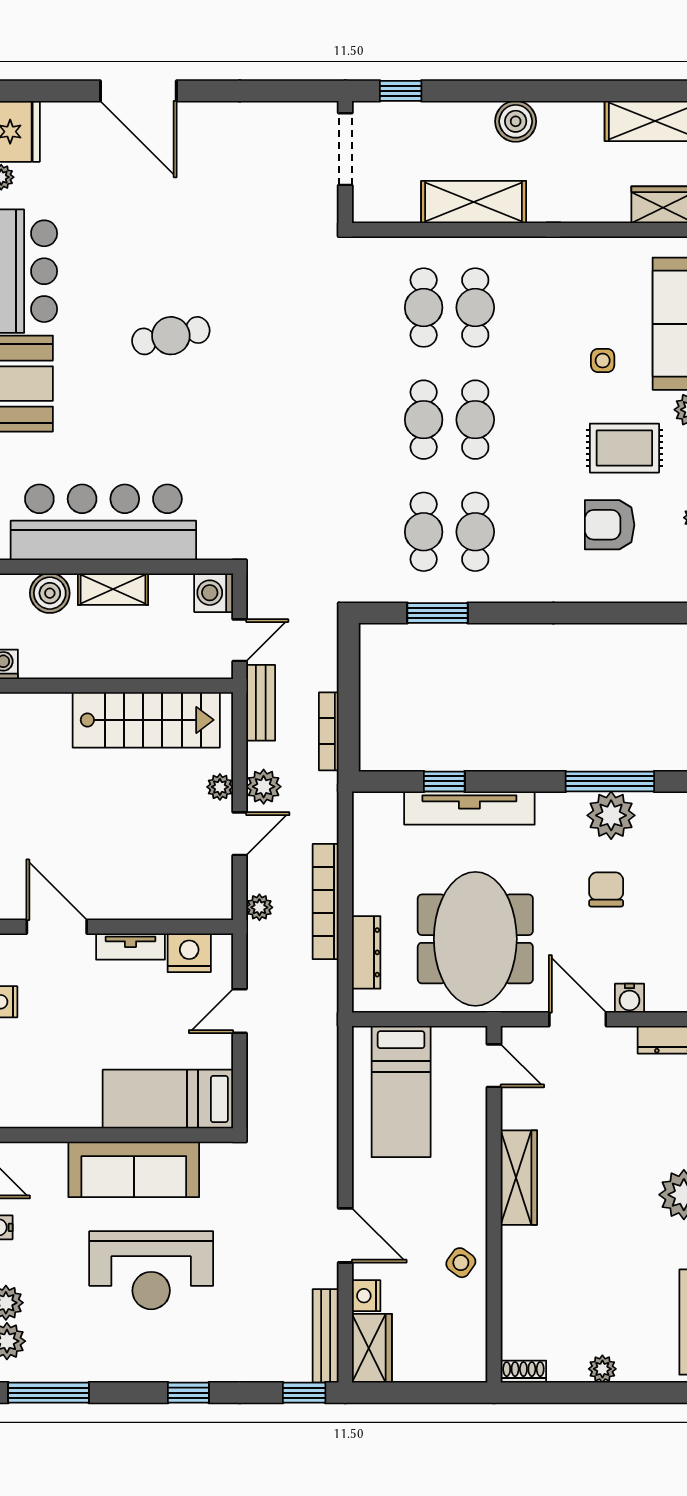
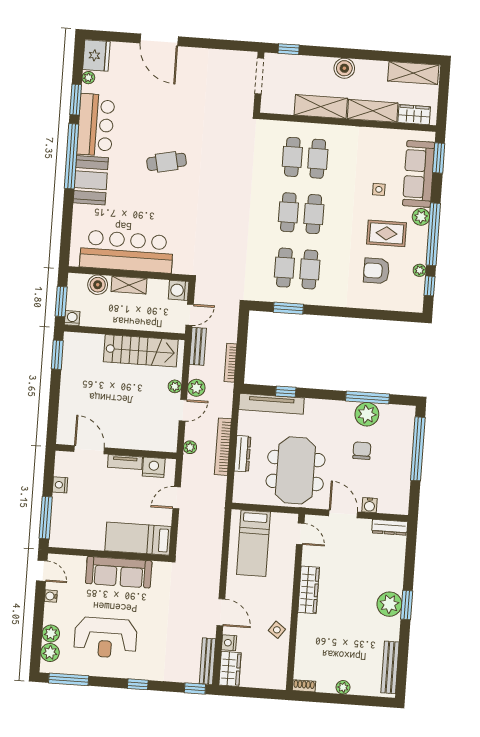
shelving: (579, 203) -> (373, 111), added
tv unit: (469, 808) -> (271, 404), moved
dresser: (366, 952) -> (243, 454), moved
reception desk: (151, 1270) -> (105, 638), moved

